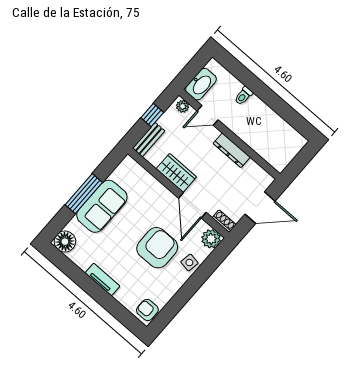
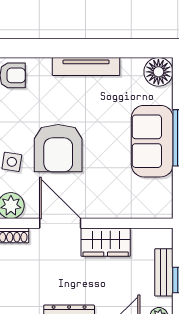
bench: (149, 140) -> (164, 272), moved
tv unit: (102, 279) -> (86, 67), width x1.41

